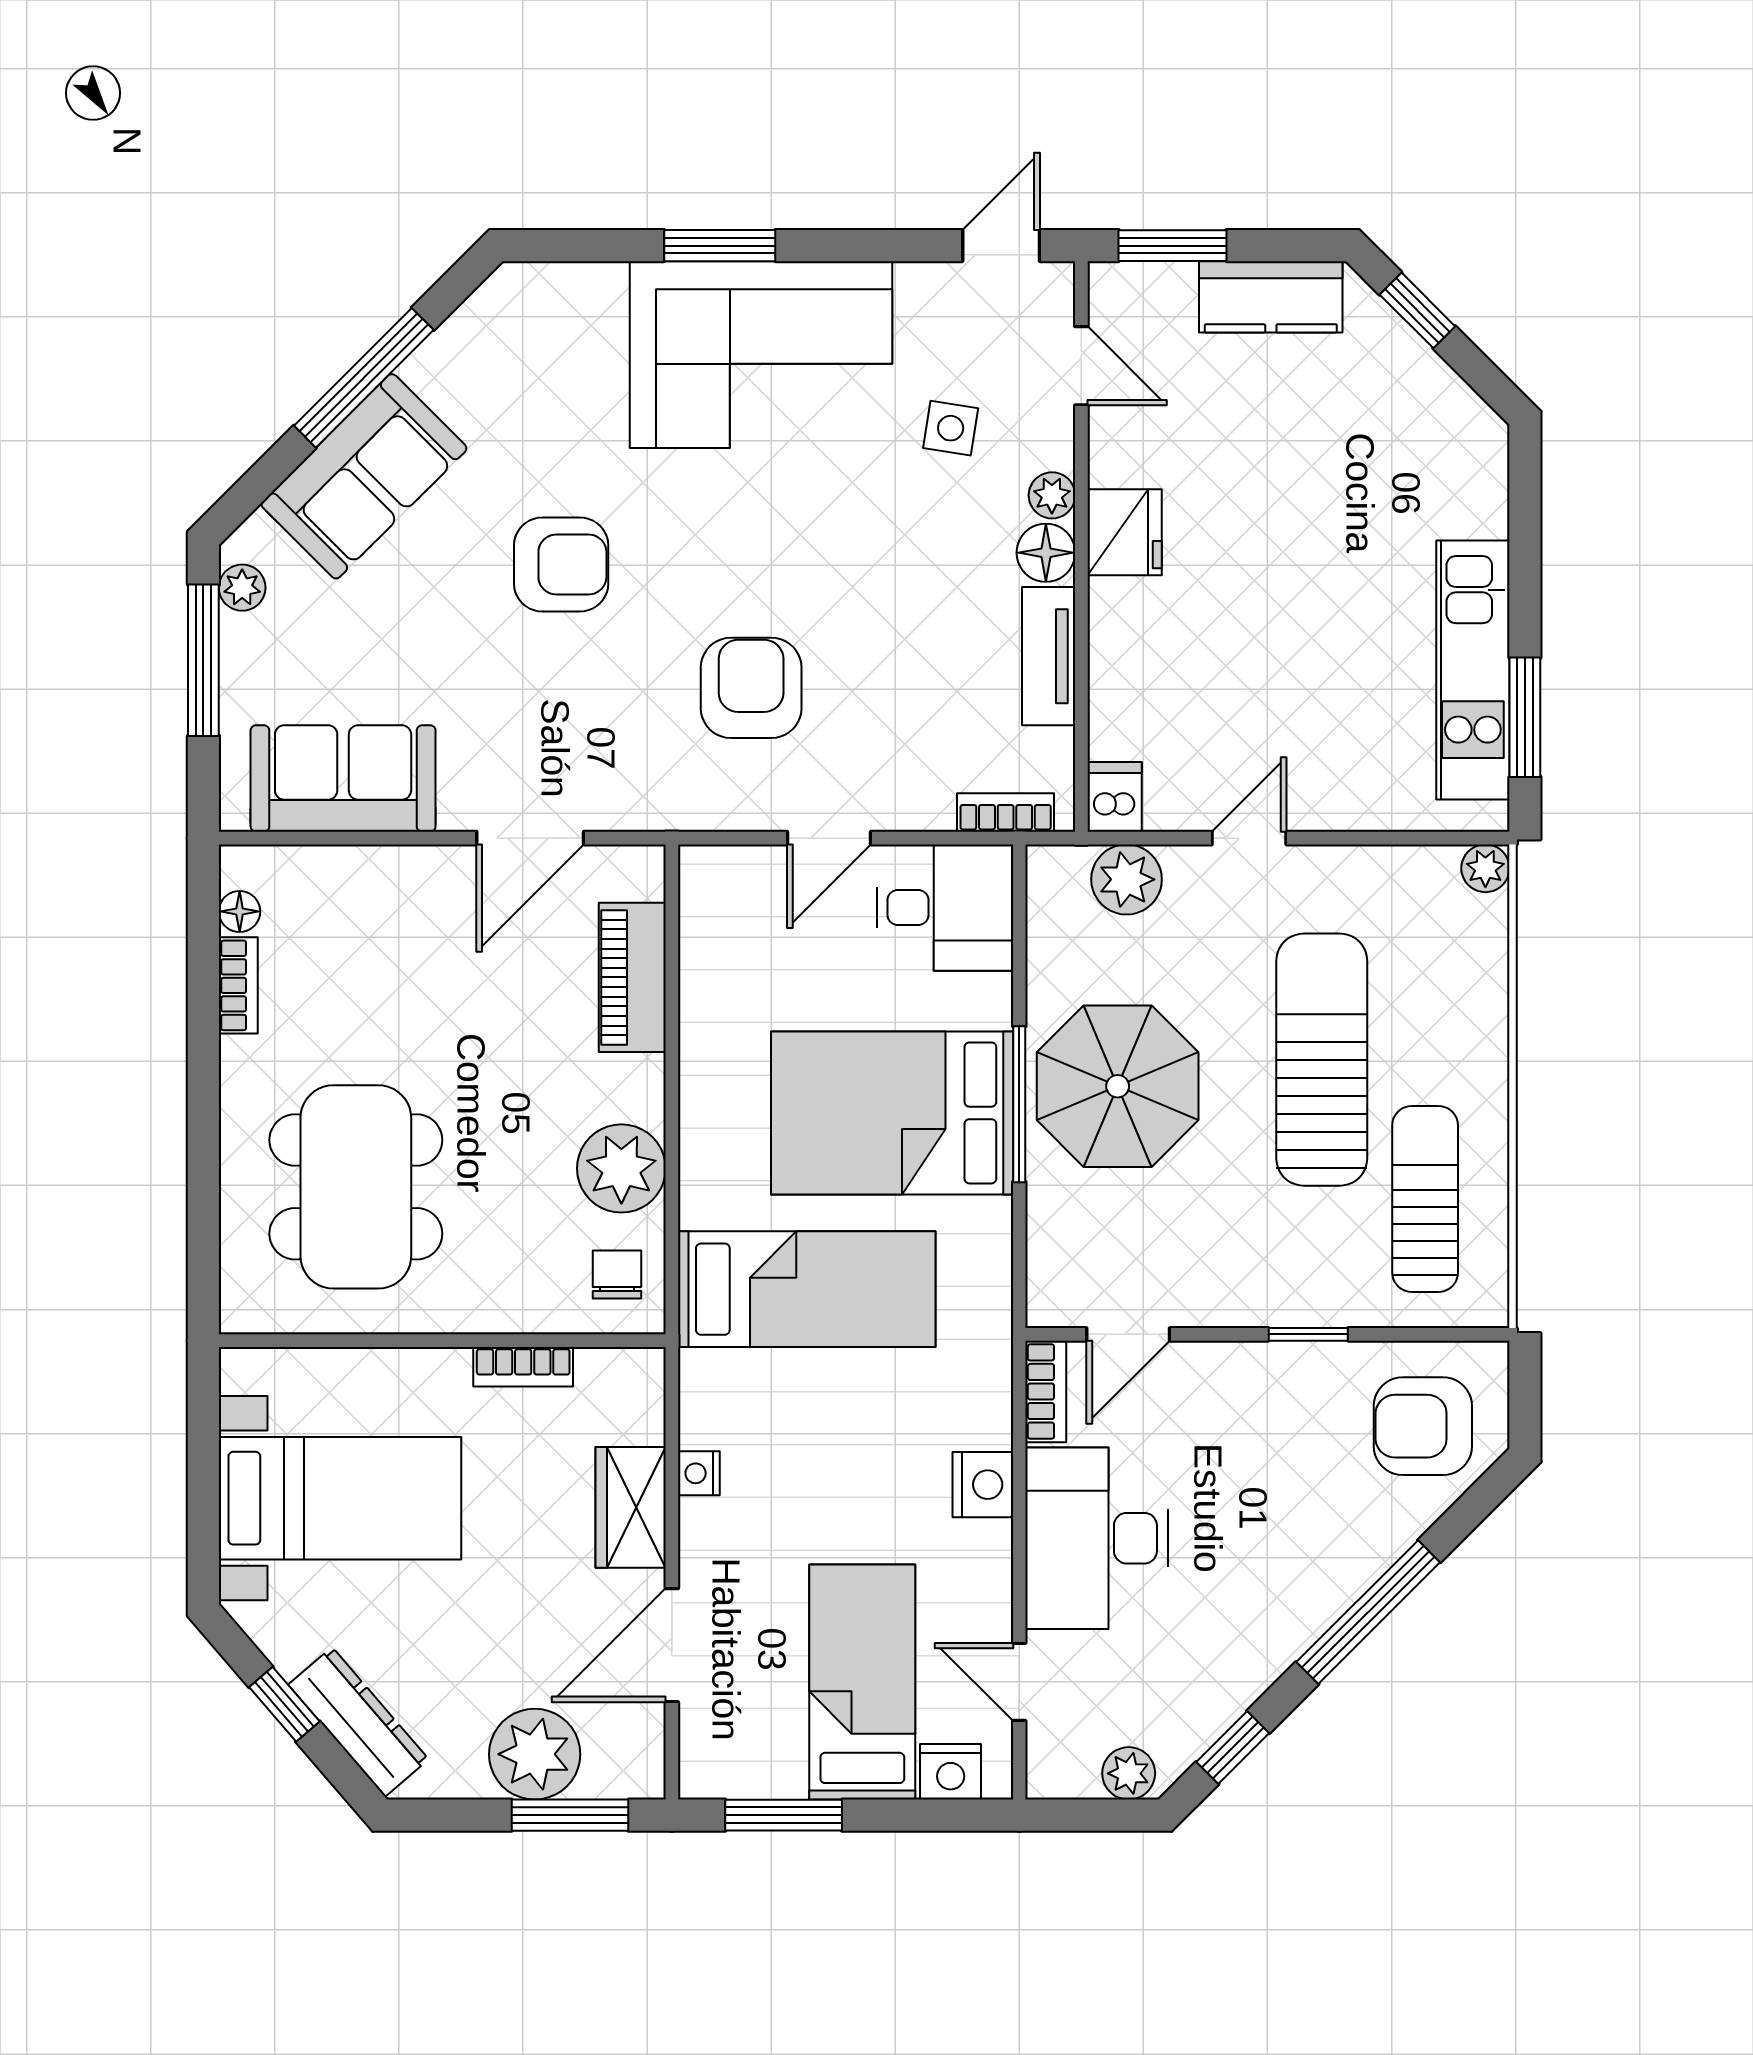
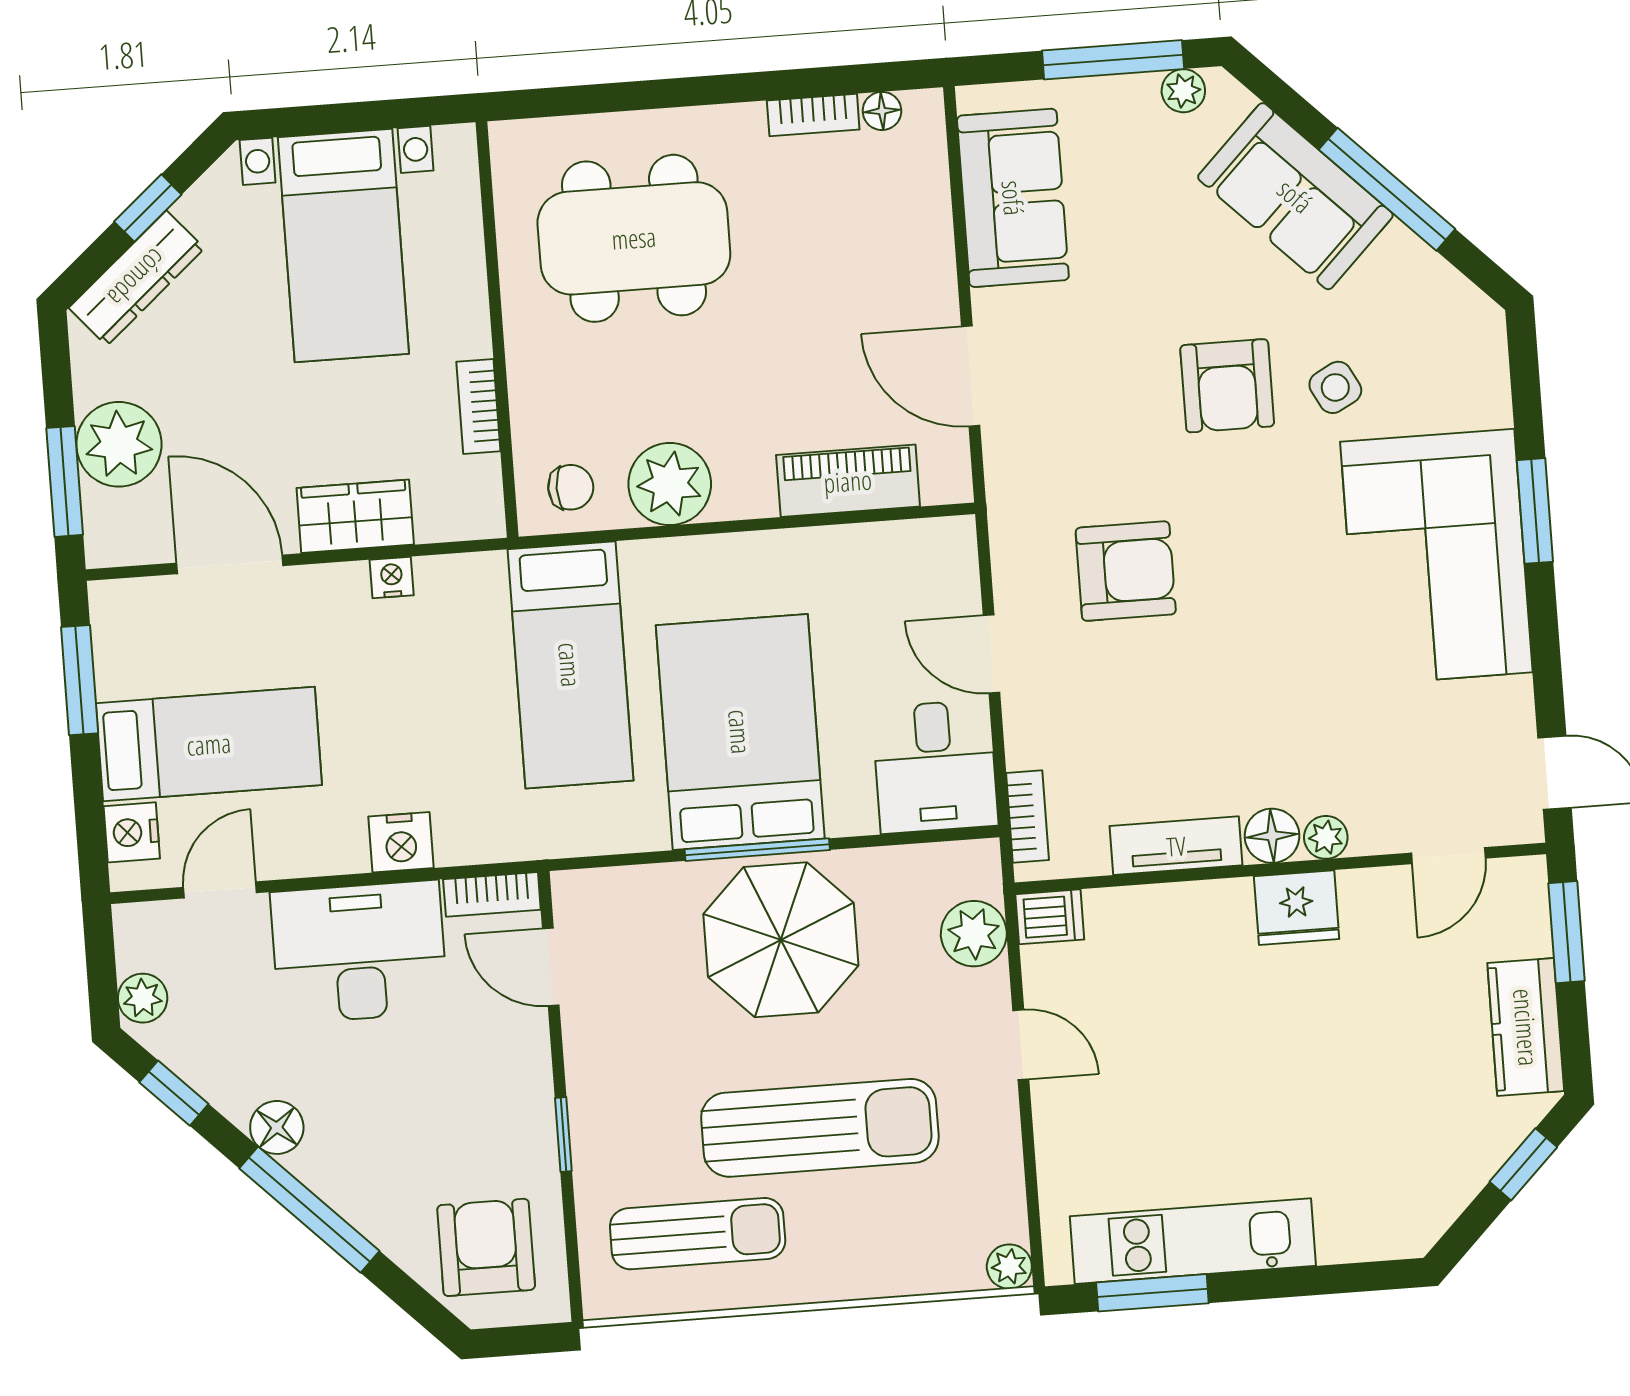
side table: (951, 428) -> (1335, 387), moved, turned -37
floor lamp: (1278, 1640) -> (277, 1127), added

